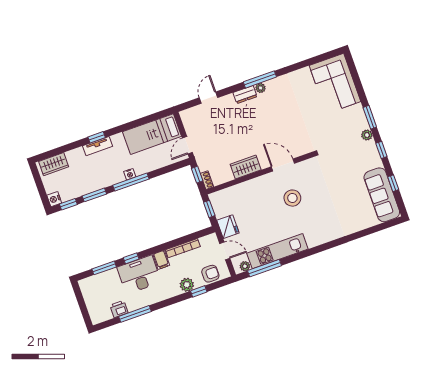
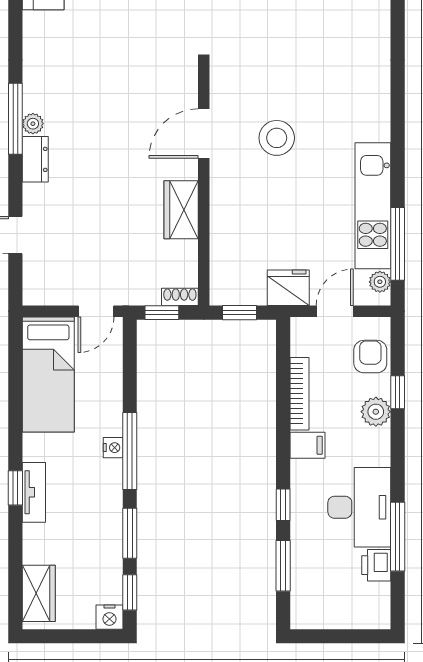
door: (187, 145) -> (96, 311), hinge flipped
desk: (139, 275) -> (359, 507), moved, turned 180

